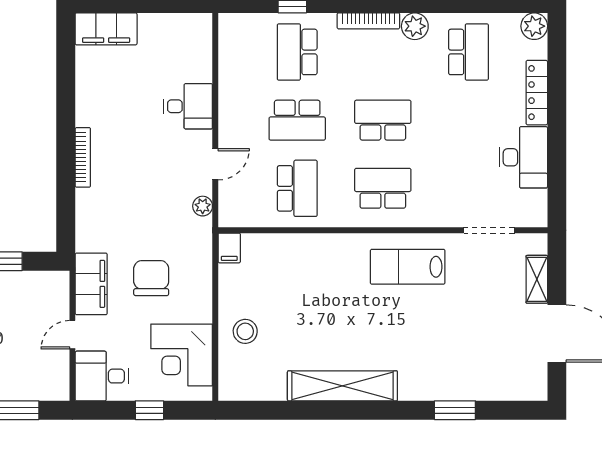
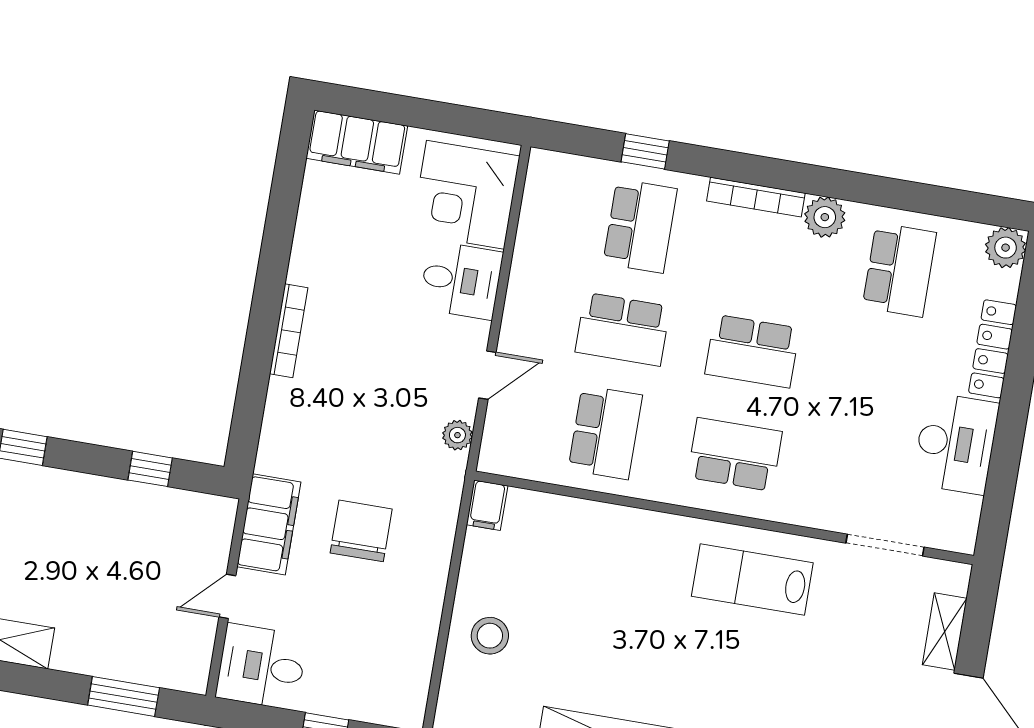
school desk: (297, 52) -> (640, 226), turned 180
school desk: (383, 120) -> (752, 351), turned 180
corner desk: (182, 355) -> (465, 195), moved

